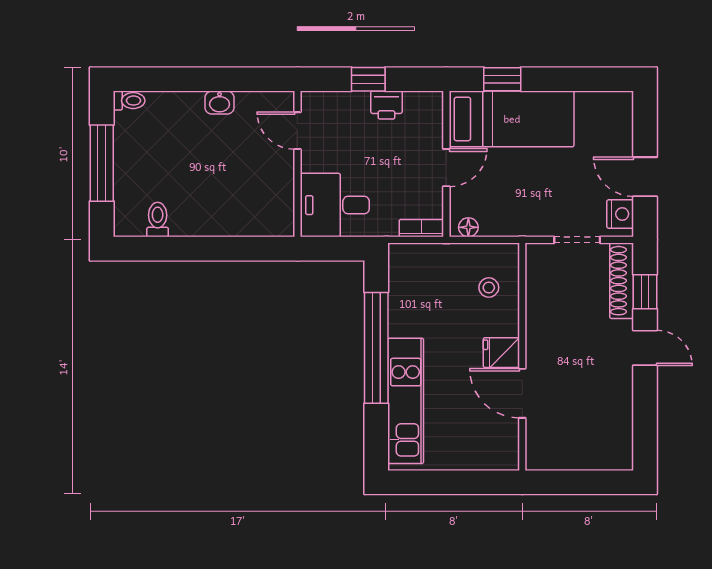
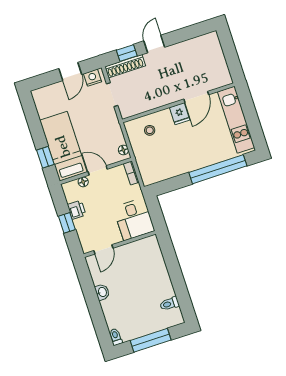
floor lamp: (434, 134) -> (83, 182), added
window: (376, 348) -> (218, 169), moved
kitchen unit: (406, 401) -> (236, 120), moved, turned -90

